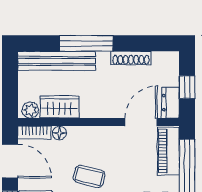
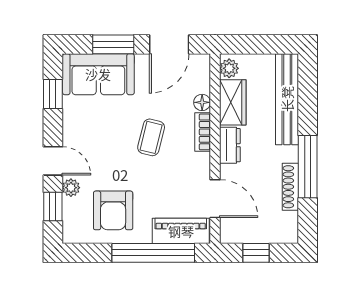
window: (86, 43) -> (308, 167), moved
dresser: (171, 103) -> (230, 145), moved, turned 90
bookcase: (34, 133) -> (203, 132), moved

